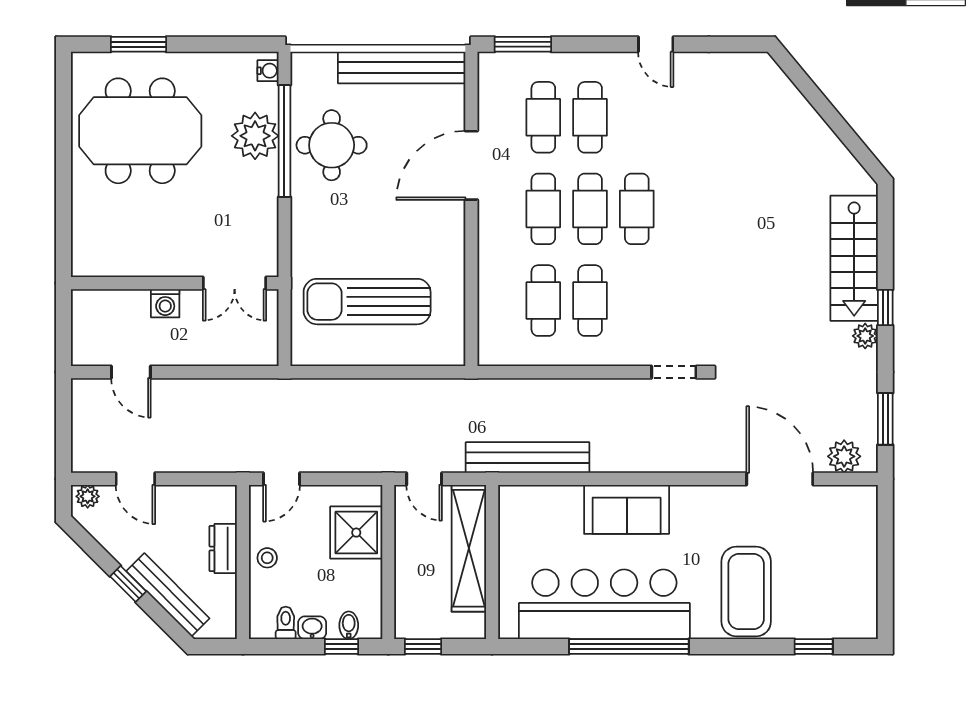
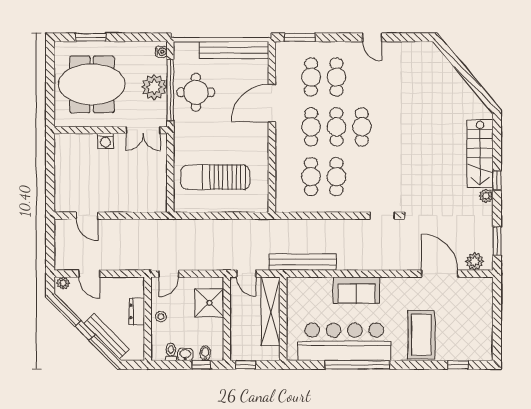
wall: (175, 283) -> (111, 130), moved
double door: (235, 283) -> (143, 130), moved
washing machine: (165, 303) -> (105, 141), moved

